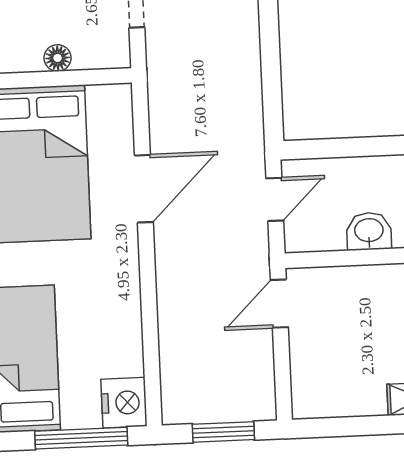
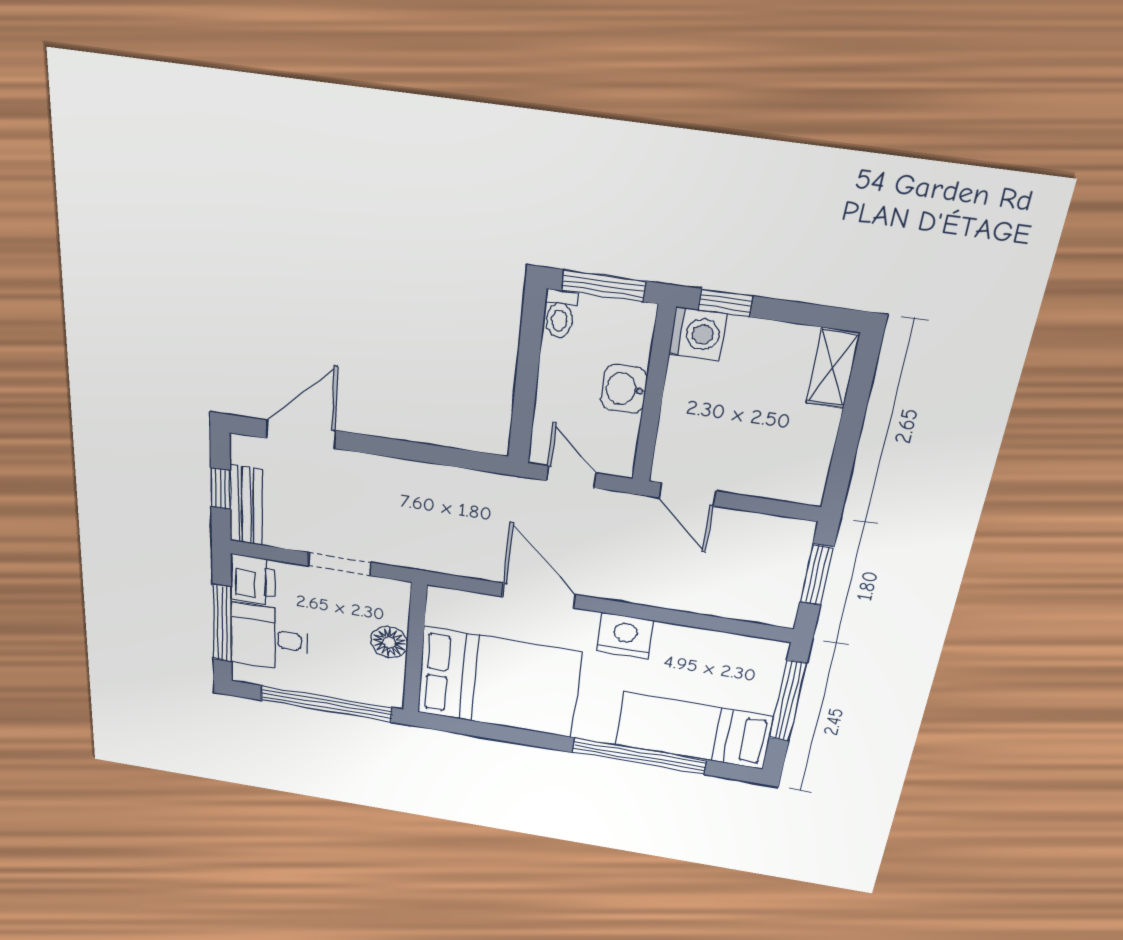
floor lamp: (58, 58) -> (389, 642), width x1.37, depth x1.37
nightstand: (124, 403) -> (625, 636), moved

